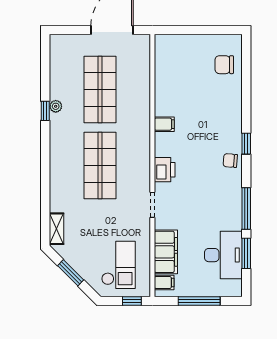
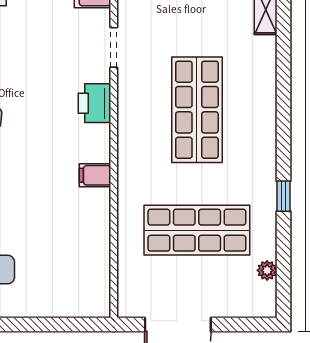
shop shelf: (100, 90) -> (197, 230), turned 90
plant: (56, 106) -> (267, 270), moved

